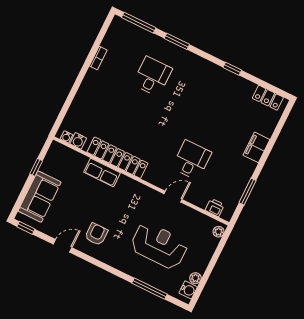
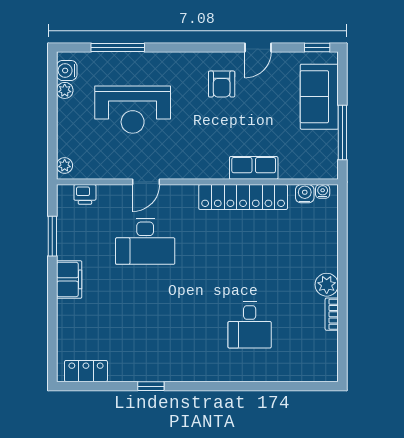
window: (139, 23) -> (302, 386), removed
window: (177, 41) -> (240, 386), removed
plant: (92, 78) -> (327, 285), added
filing cabinet: (256, 147) -> (69, 279), moved
desk: (192, 160) -> (145, 241), width x1.37
window: (36, 167) -> (342, 133), width x2.17

